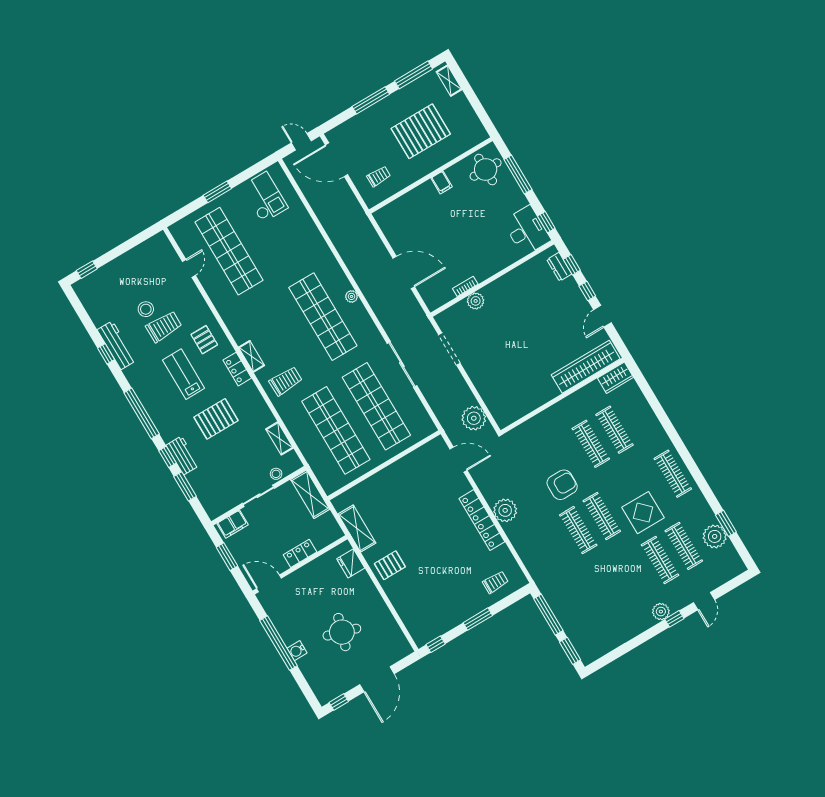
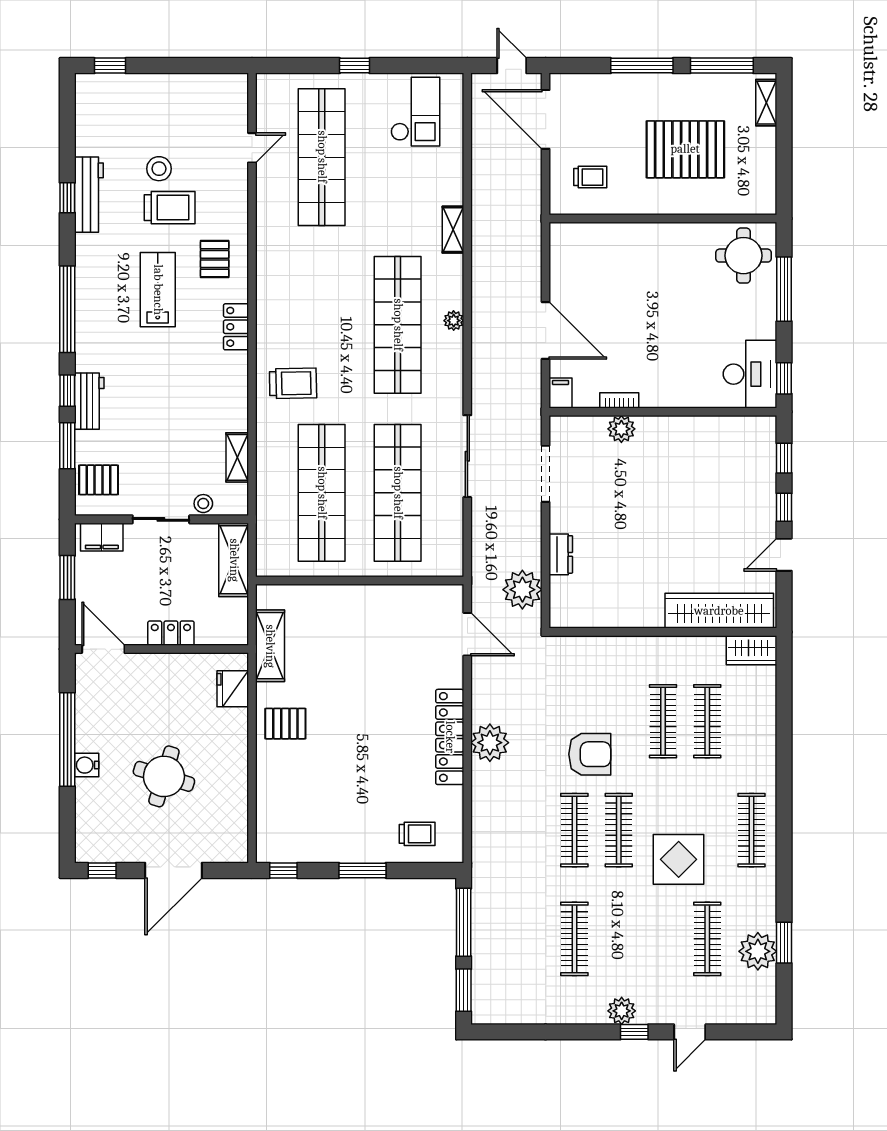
filing cabinet: (442, 182) -> (561, 393), moved, turned 180
window: (217, 192) -> (355, 66), width x0.67
dresser: (559, 267) -> (561, 554), moved, turned 180
shelving: (252, 356) -> (453, 230), moved
pallet: (216, 419) -> (99, 480), moved, width x0.67, depth x0.71
clothes rail: (660, 560) -> (574, 939), moved

